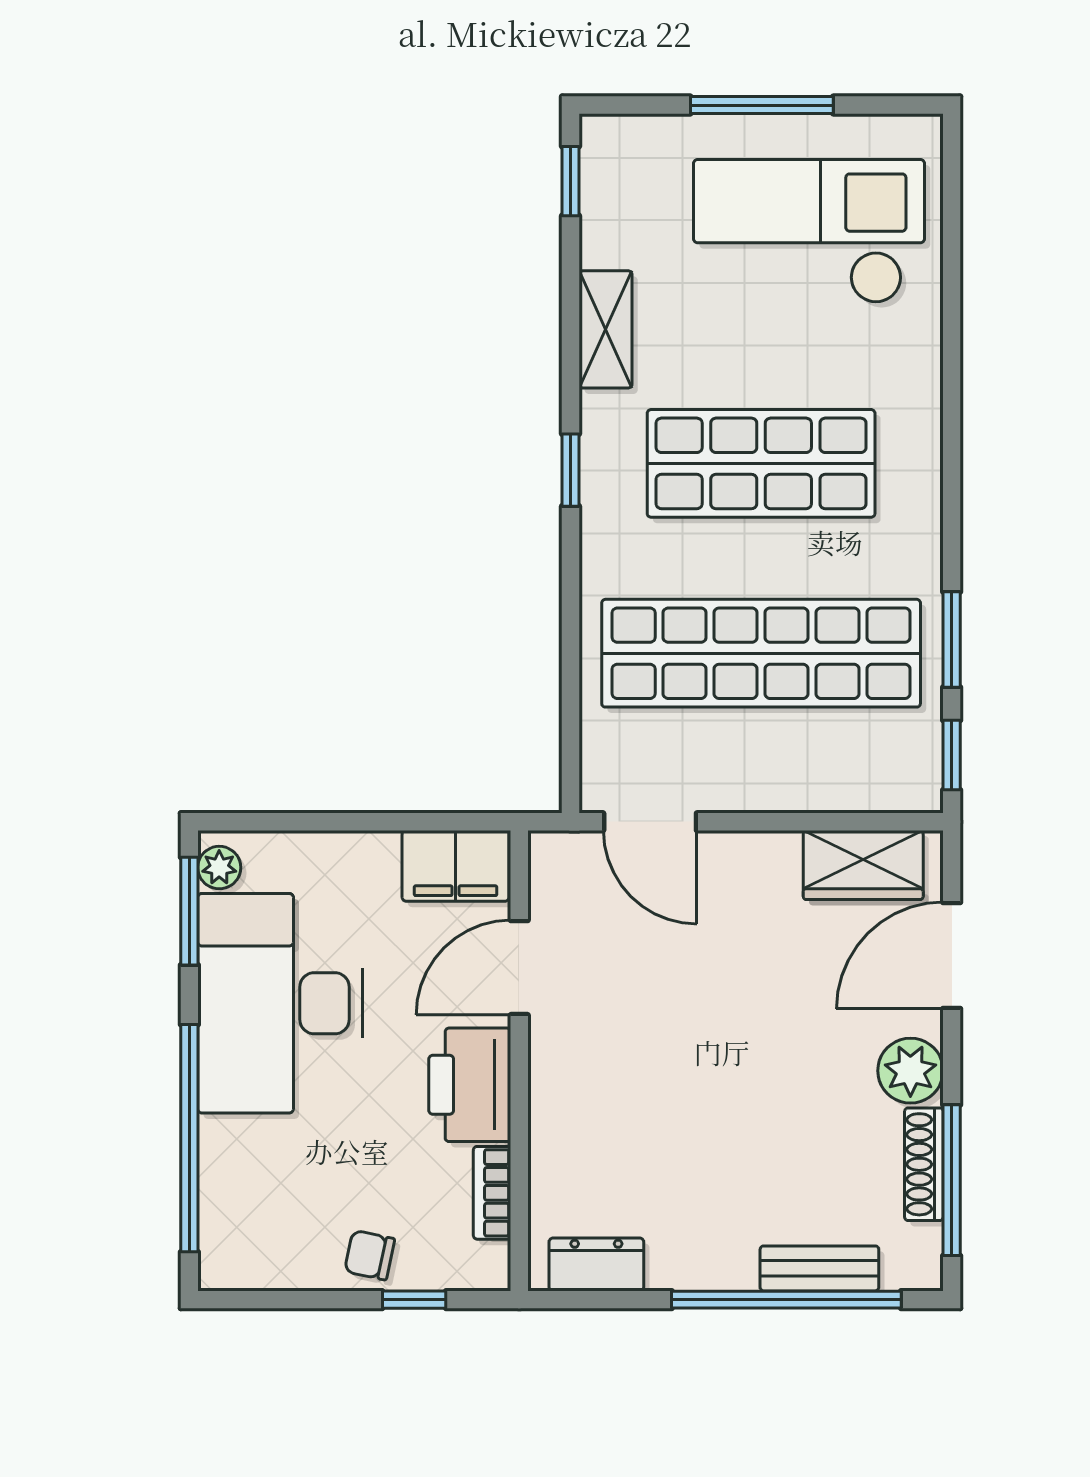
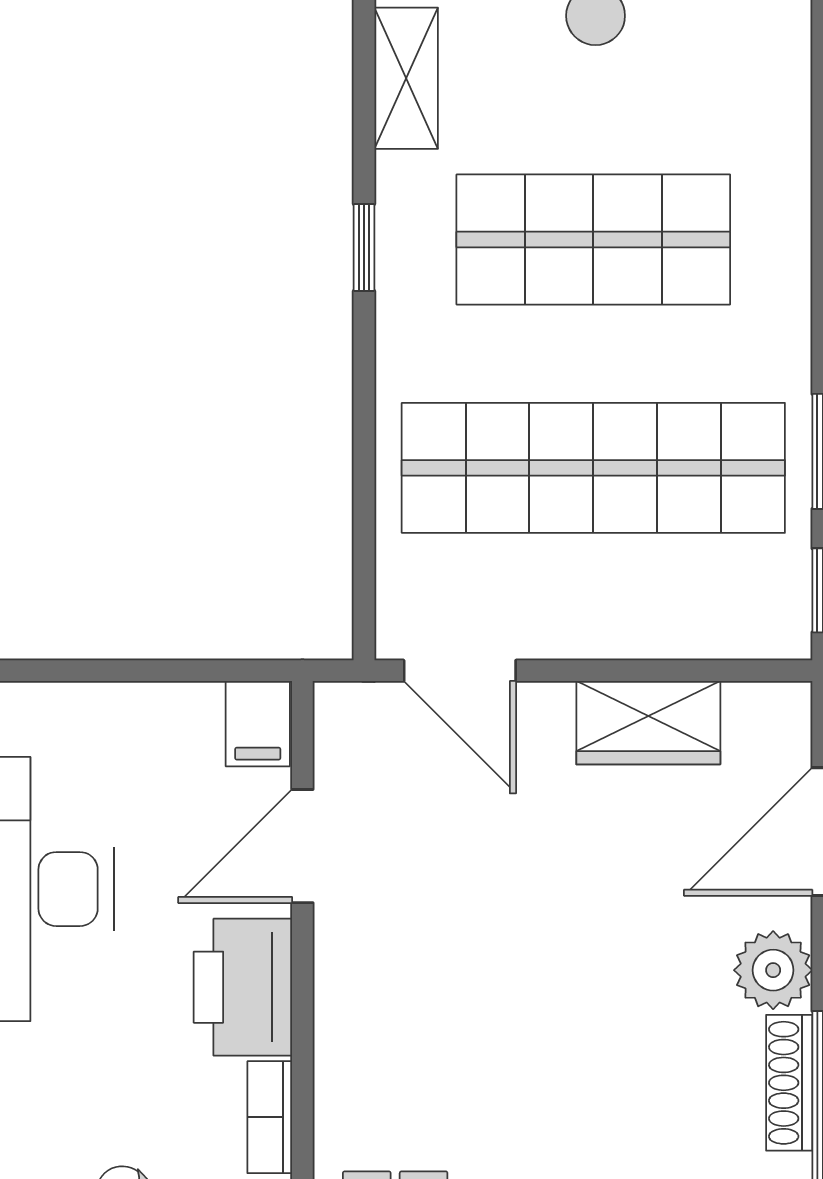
wardrobe: (863, 865) -> (648, 723), moved
filing cabinet: (456, 866) -> (258, 724), width x0.50

